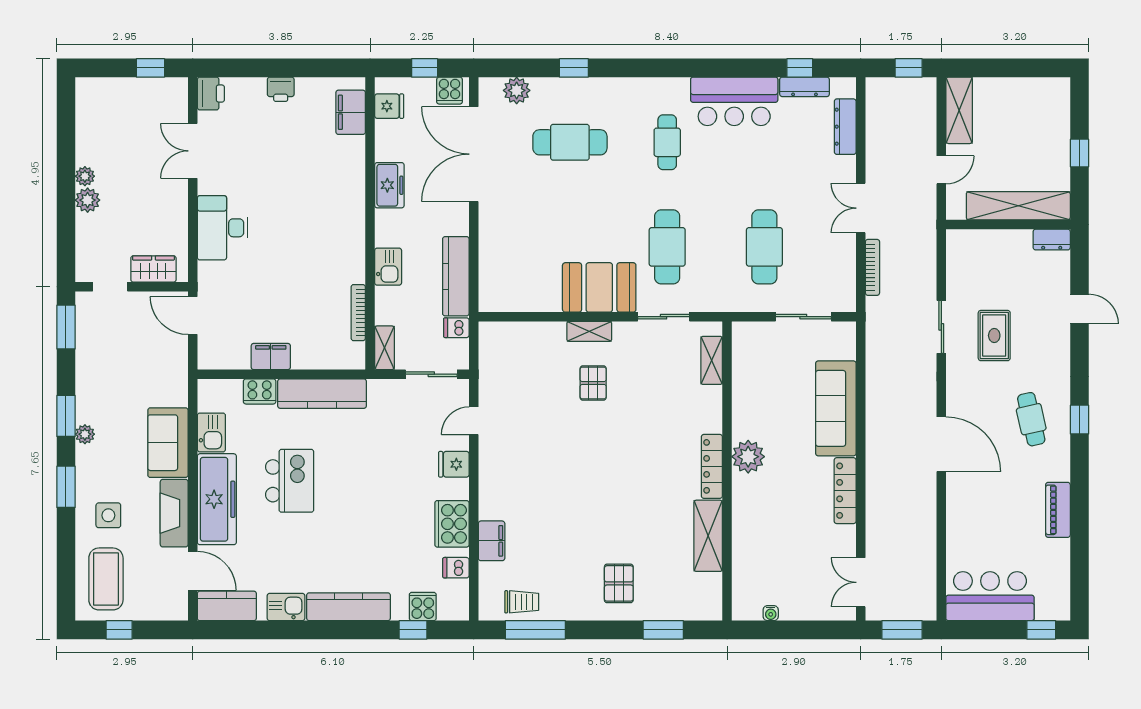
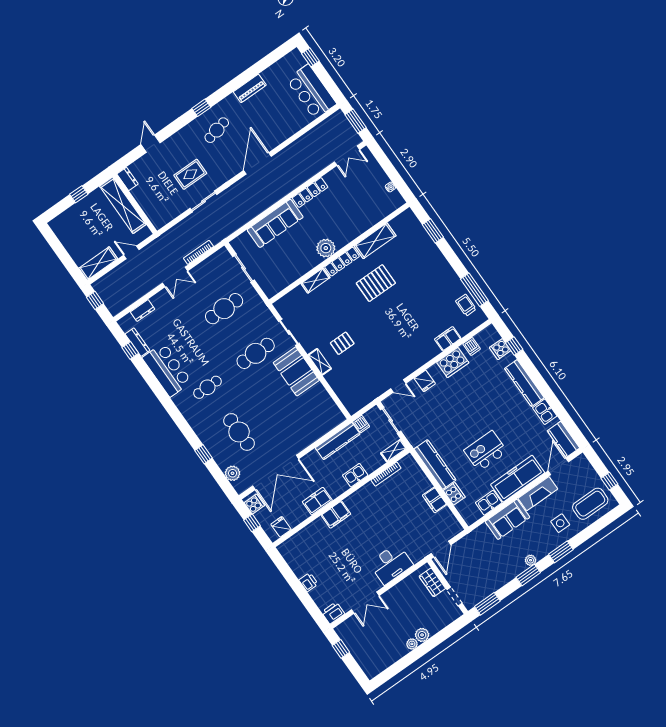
filing cabinet: (351, 112) -> (336, 515), moved
dresser: (845, 127) -> (143, 311), width x0.70
shelving: (712, 360) -> (315, 281), moved
pallet: (619, 583) -> (376, 283), moved, width x1.50, depth x1.42

